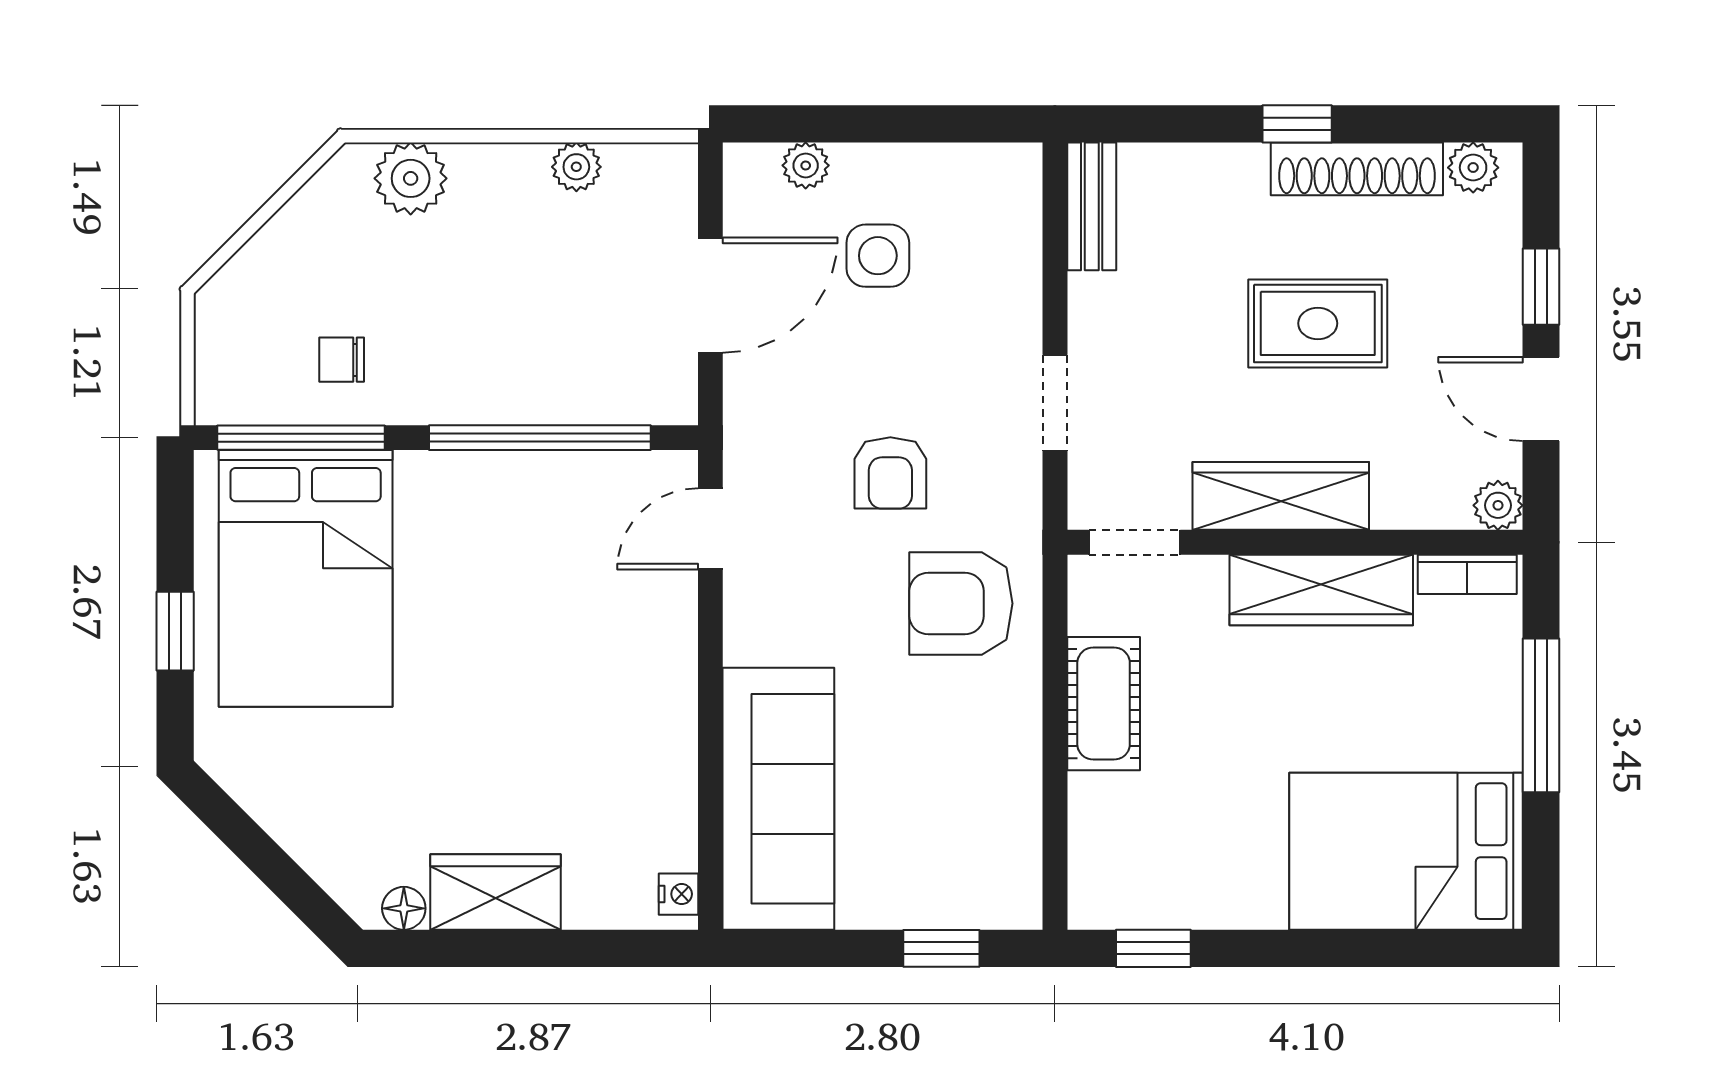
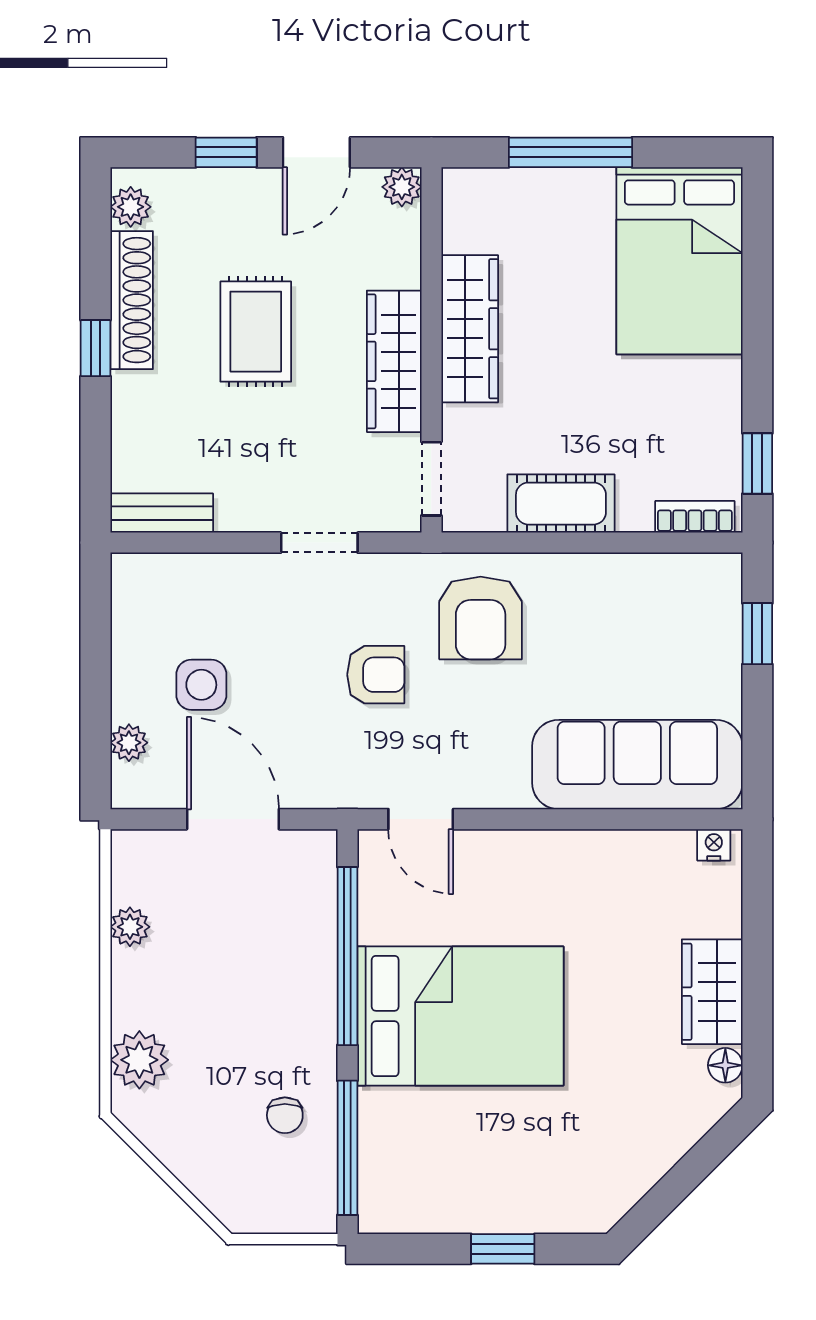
bookcase: (1467, 574) -> (695, 517), moved, turned -90
bed: (306, 578) -> (460, 1016), moved

